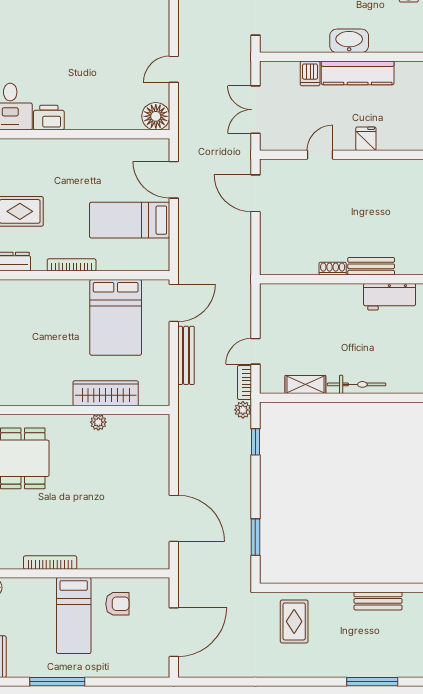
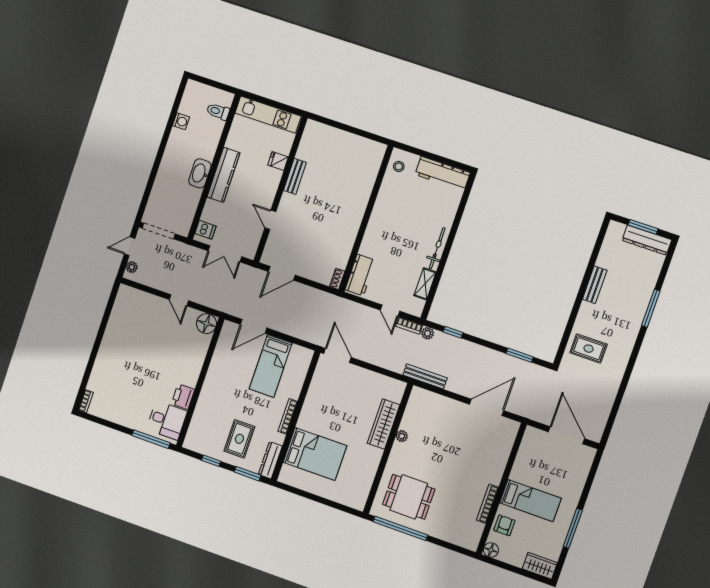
dishwasher: (310, 73) -> (206, 230), moved
fridge: (366, 139) -> (278, 161), moved
bench: (371, 266) -> (295, 176), moved
shoe rack: (333, 269) -> (337, 279), moved
workbench: (390, 297) -> (360, 275), moved
bed: (116, 317) -> (315, 454), moved
bench: (186, 355) -> (425, 376), moved
armchair: (117, 604) -> (504, 525), moved

